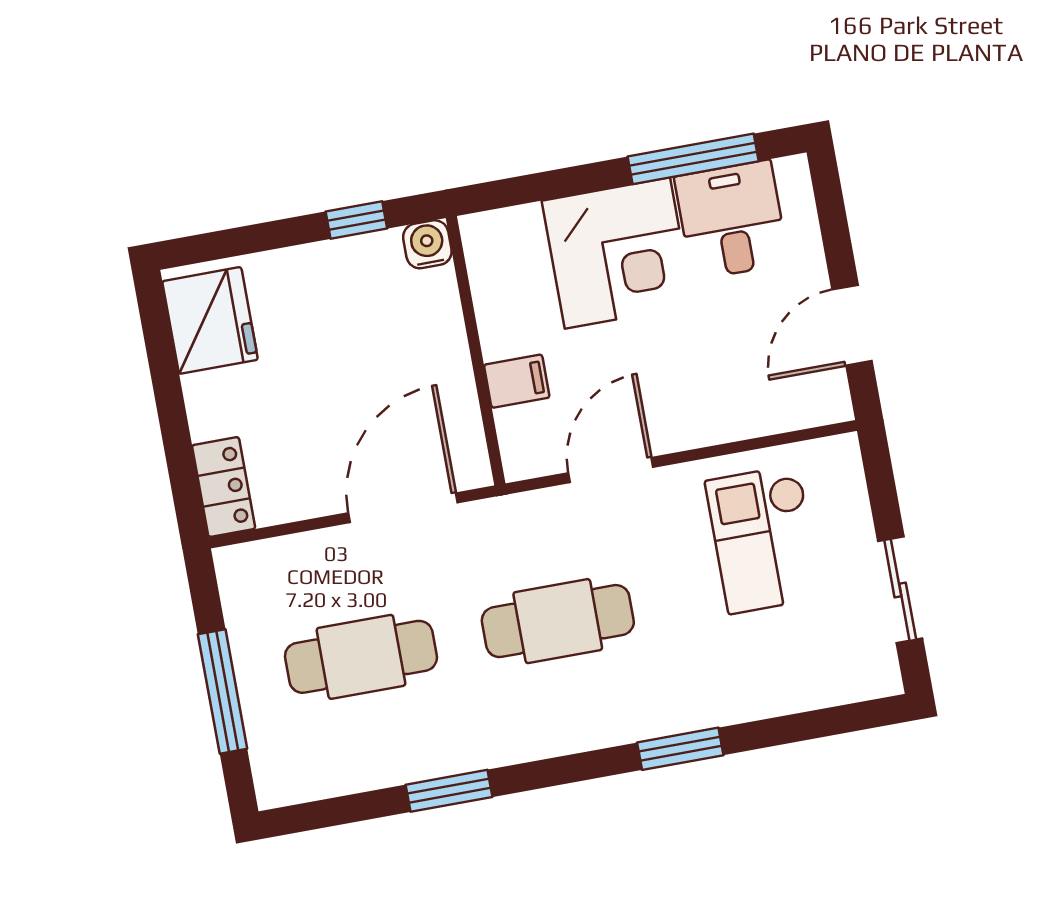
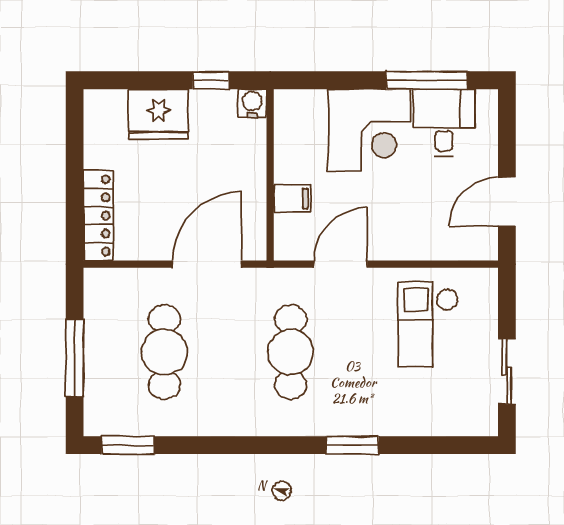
fridge: (210, 320) -> (158, 114), moved, turned 90
locker: (224, 487) -> (98, 215), width x1.53
cafe table: (558, 621) -> (291, 352), turned 90
cafe table: (361, 657) -> (164, 352), turned 90
window: (449, 791) -> (128, 445), moved

